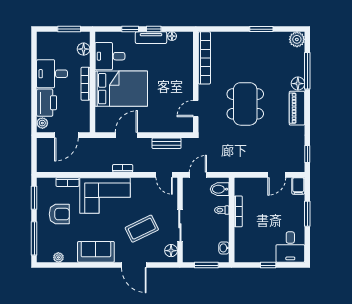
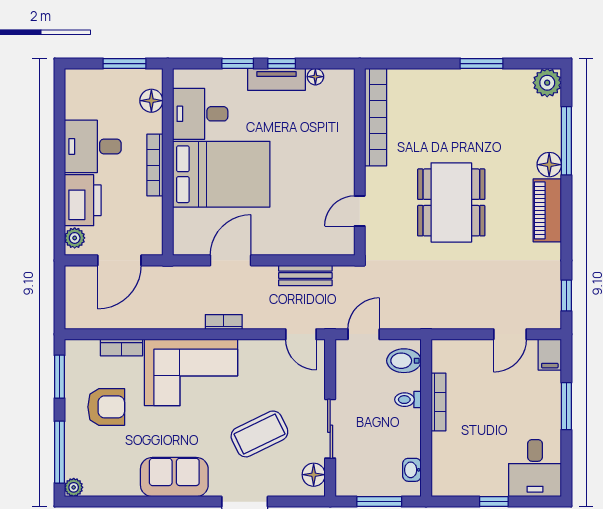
plant: (58, 257) -> (74, 487), moved

